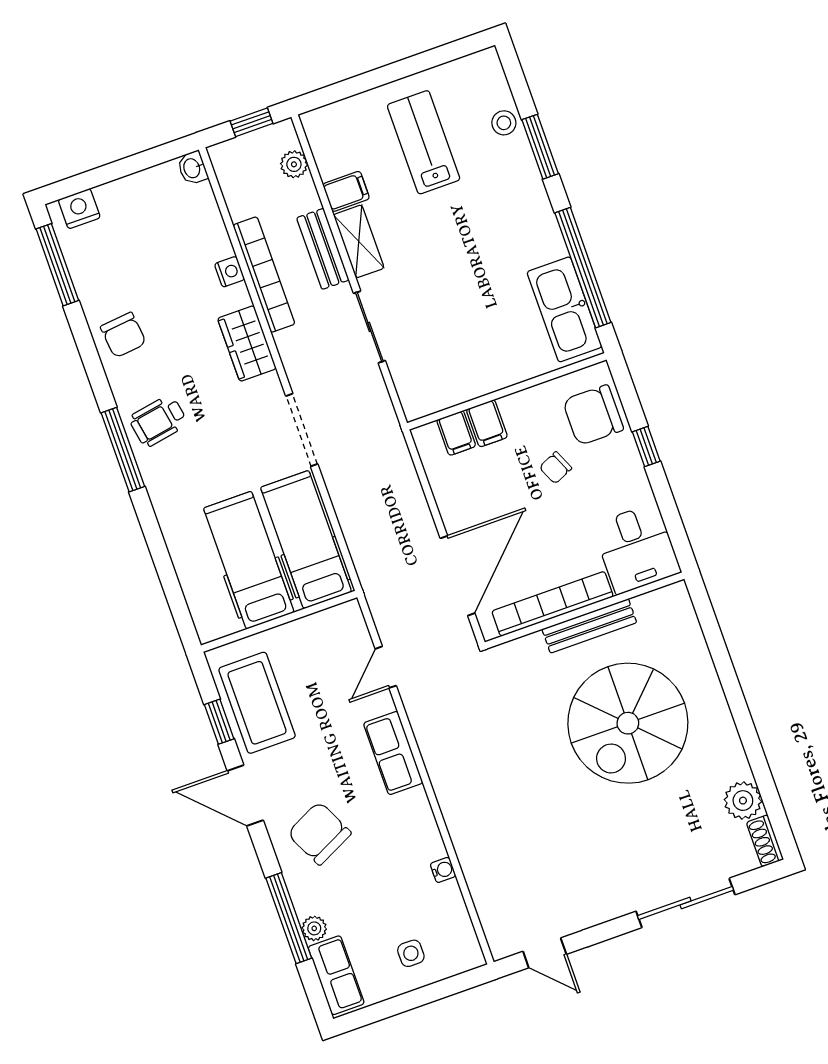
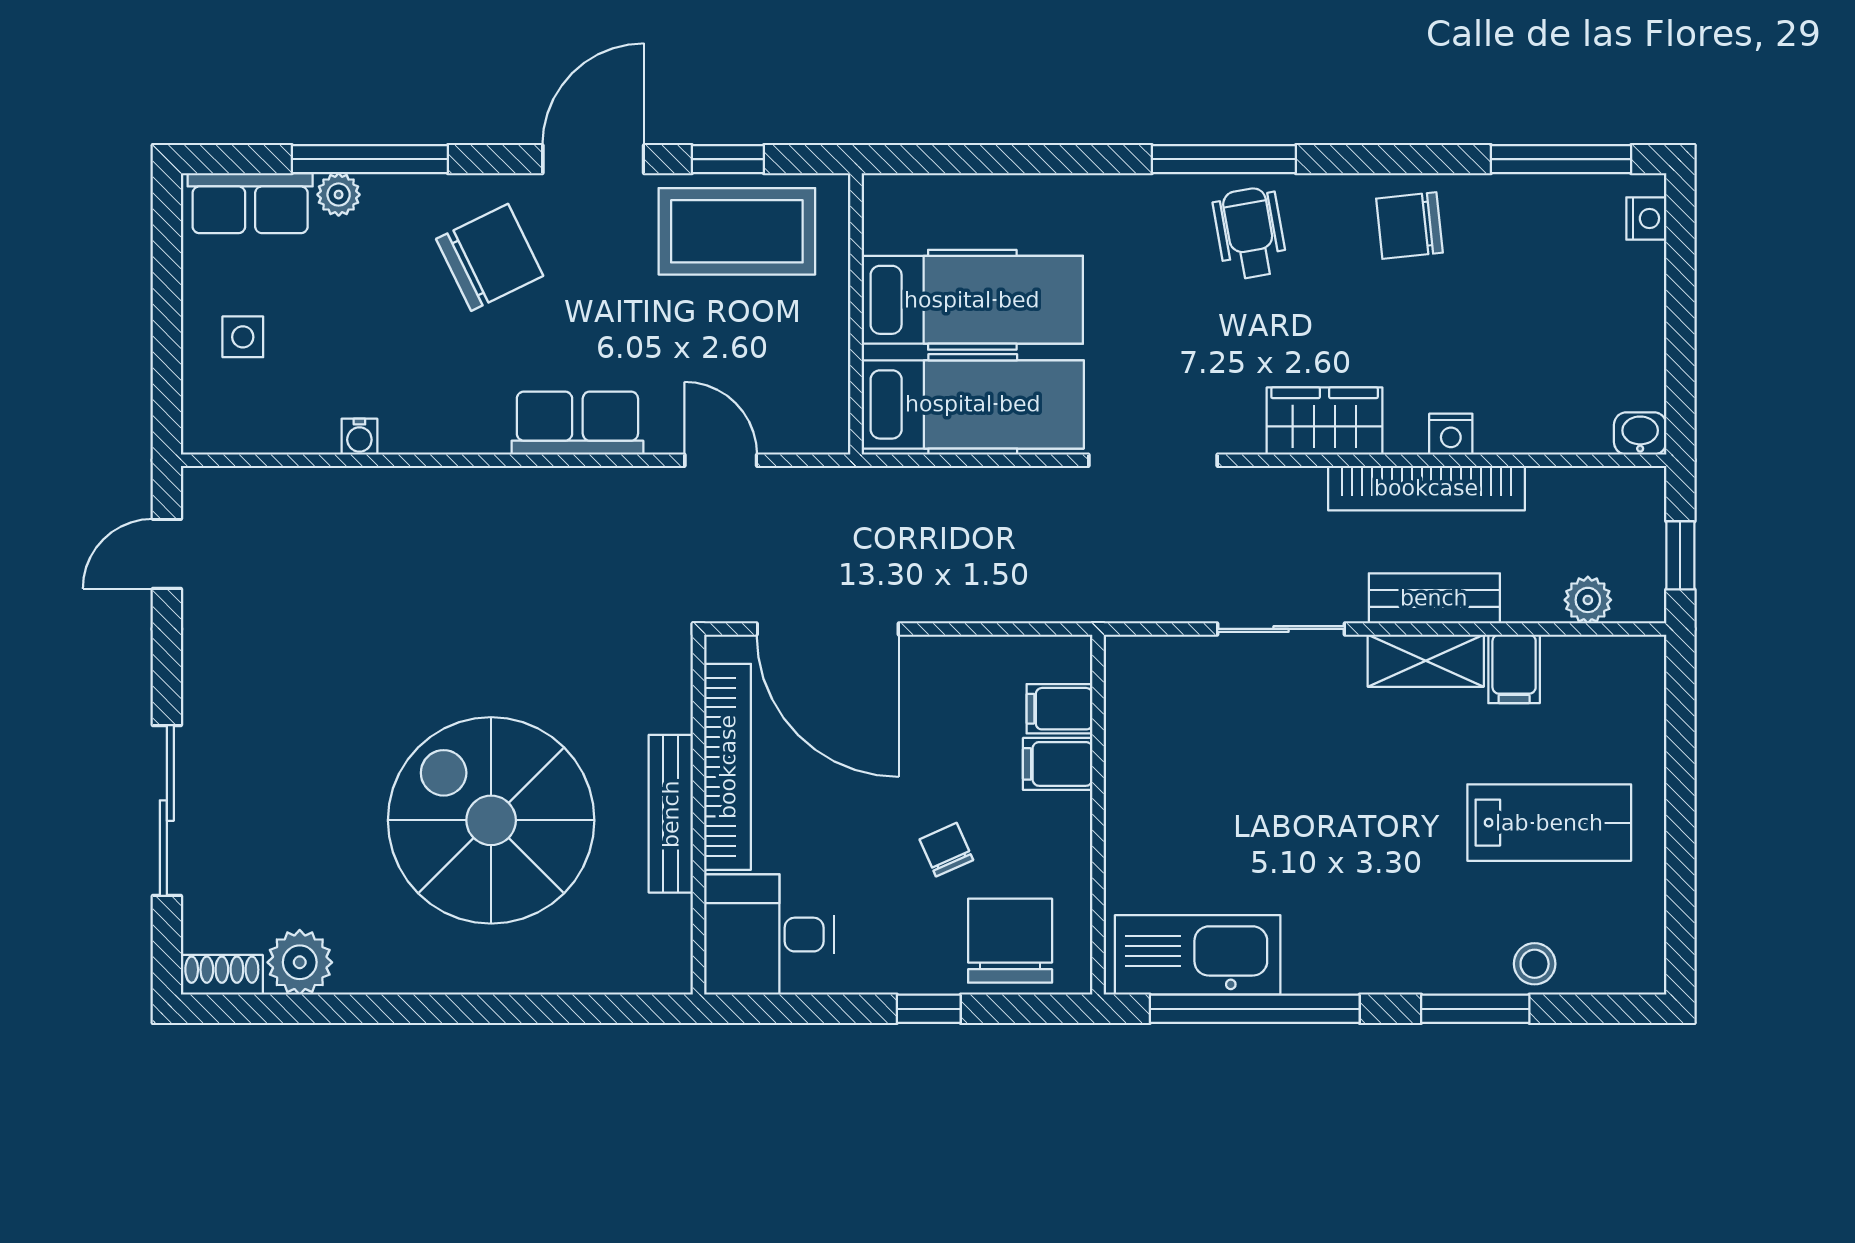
nightstand: (79, 209) -> (1646, 218), width x0.72, depth x0.74

